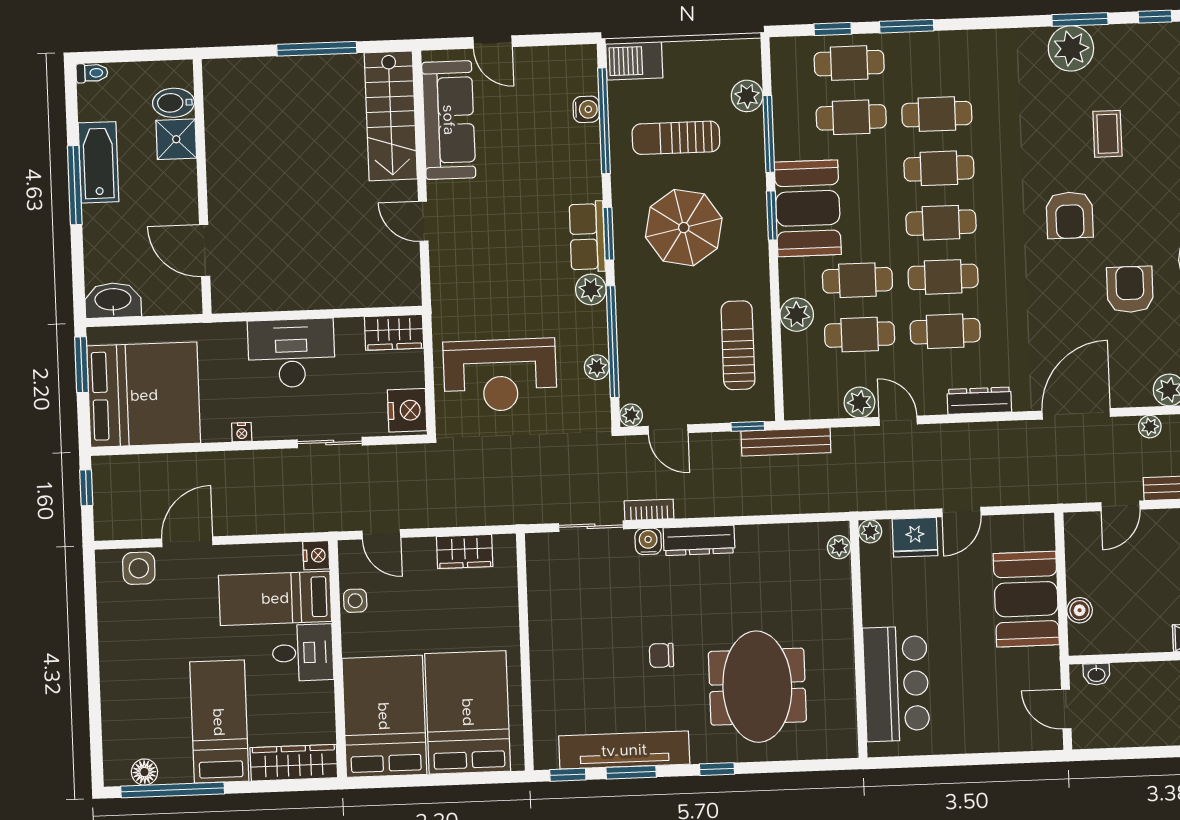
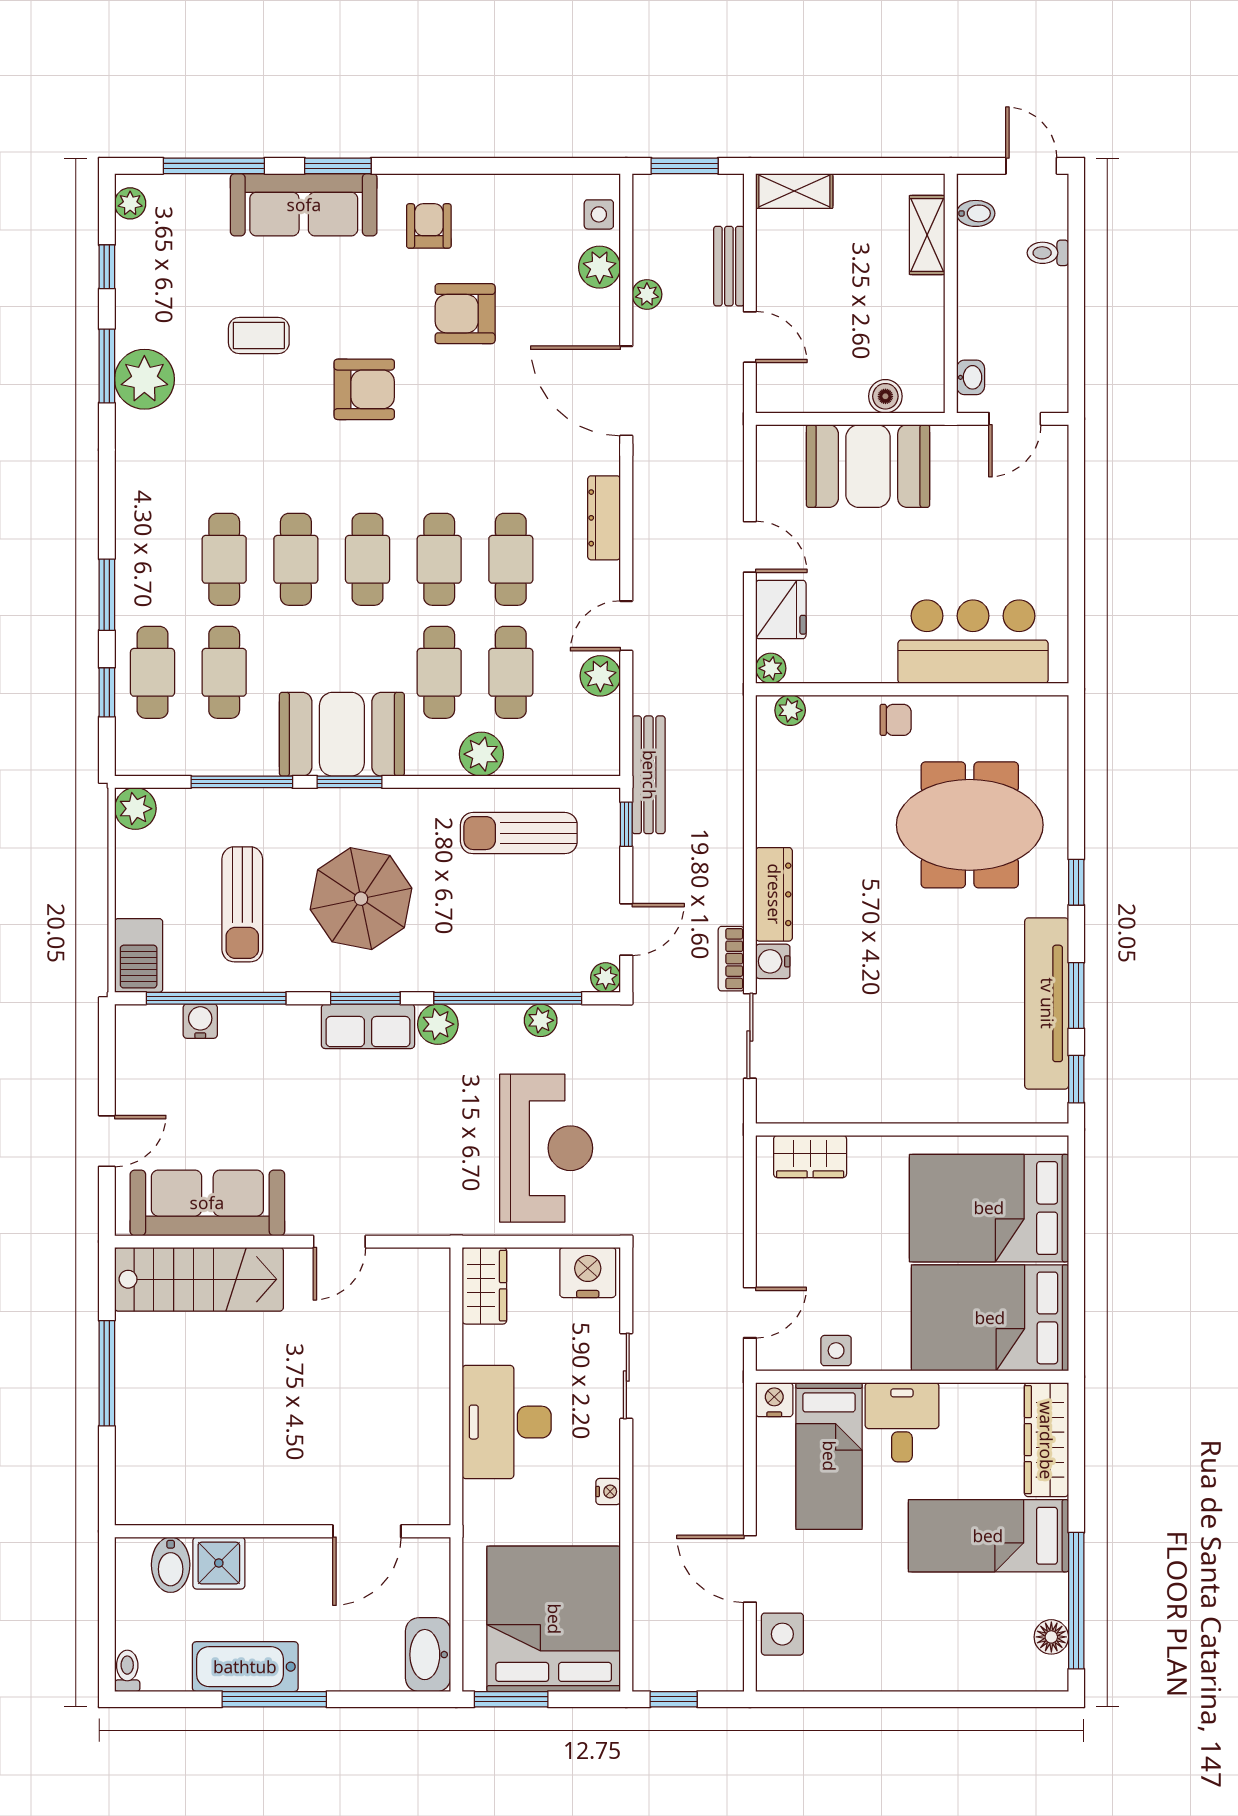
plant: (747, 96) -> (135, 809), moved
wardrobe: (465, 552) -> (810, 1156), moved, turned 90
chair: (661, 655) -> (896, 720), moved, turned -90

